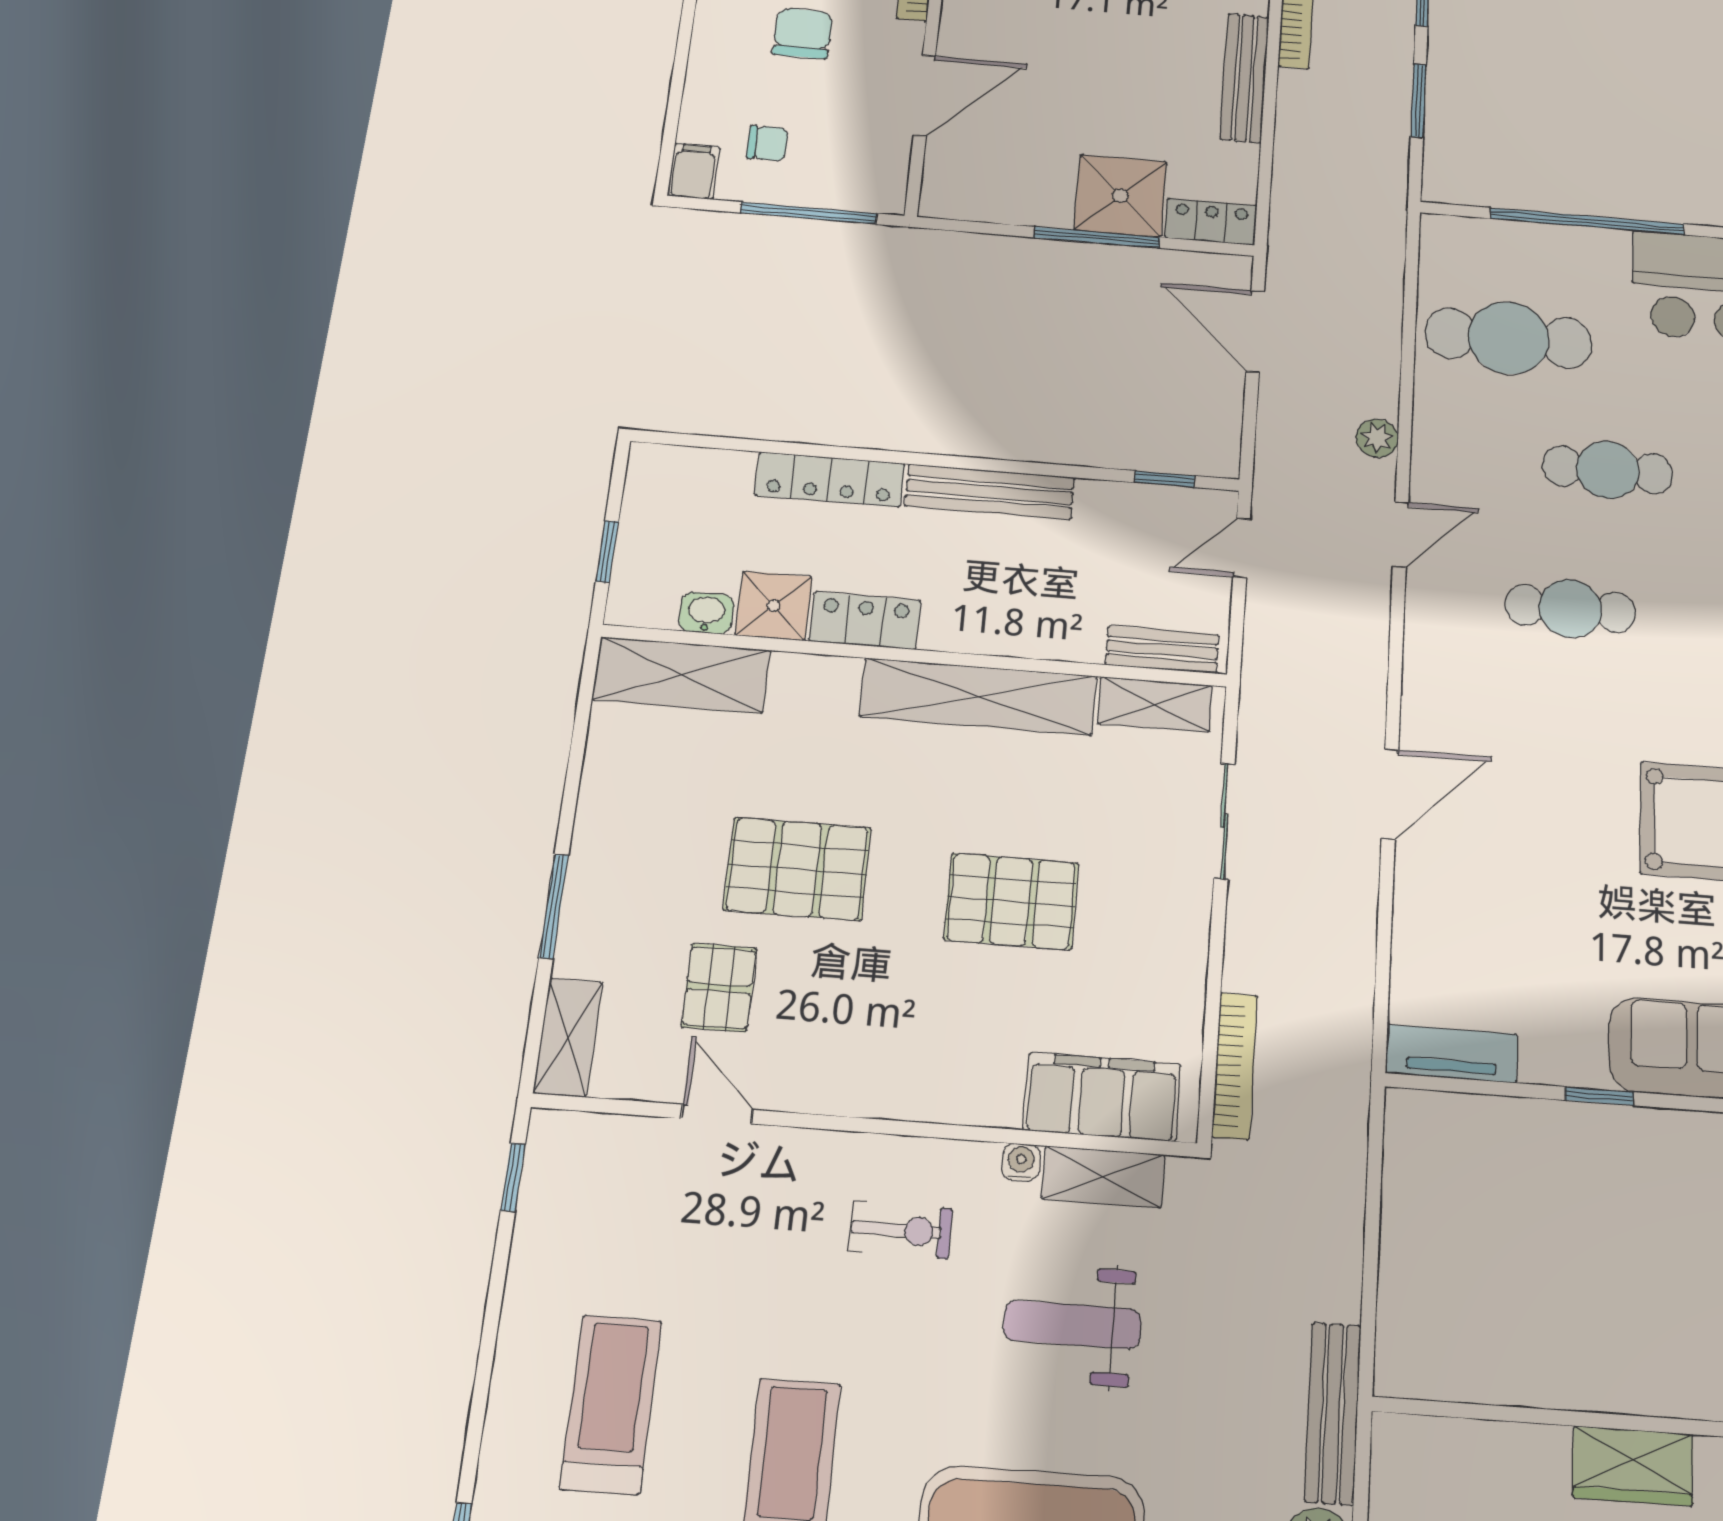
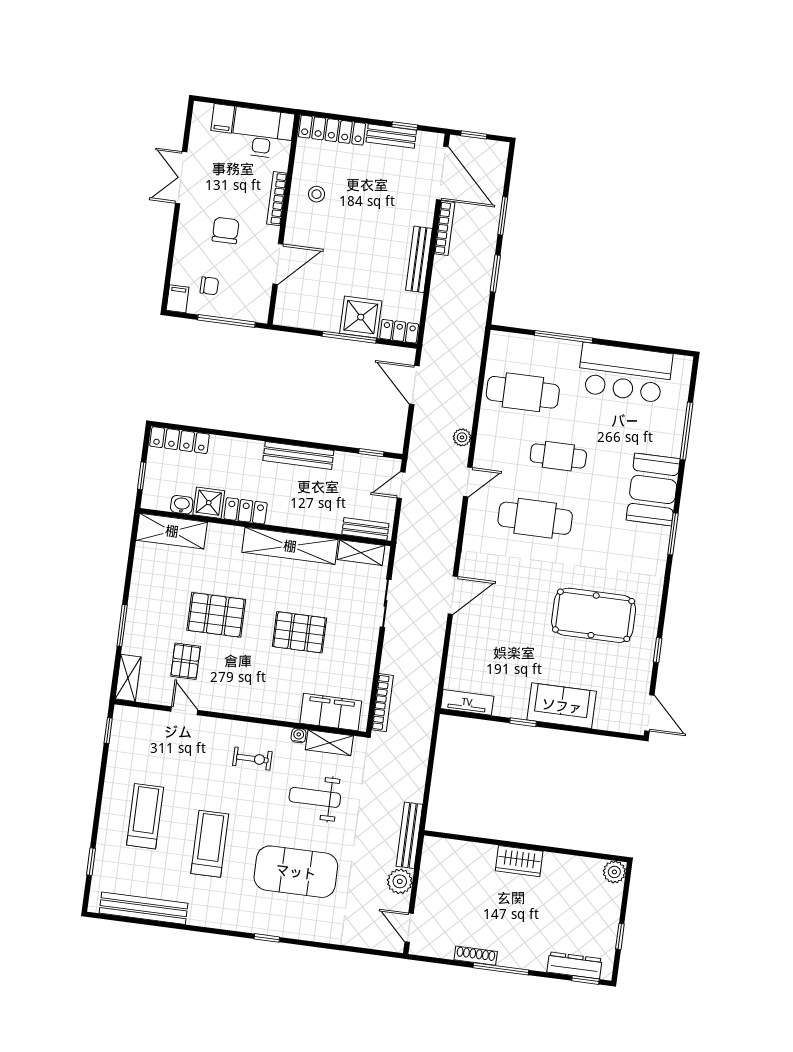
window: (1587, 221) -> (564, 337), width x0.68
locker: (830, 479) -> (179, 440), moved
cafe table: (1570, 608) -> (535, 518), width x1.37, depth x1.35

